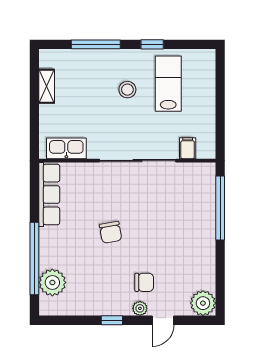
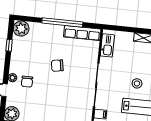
window: (34, 259) -> (62, 22), moved
plant: (52, 282) -> (21, 29), moved
window: (112, 320) -> (9, 45), moved

